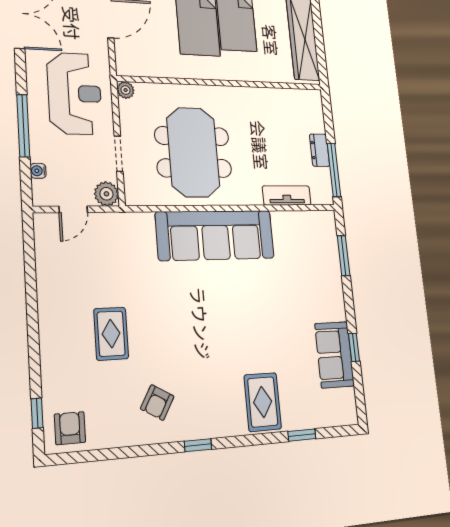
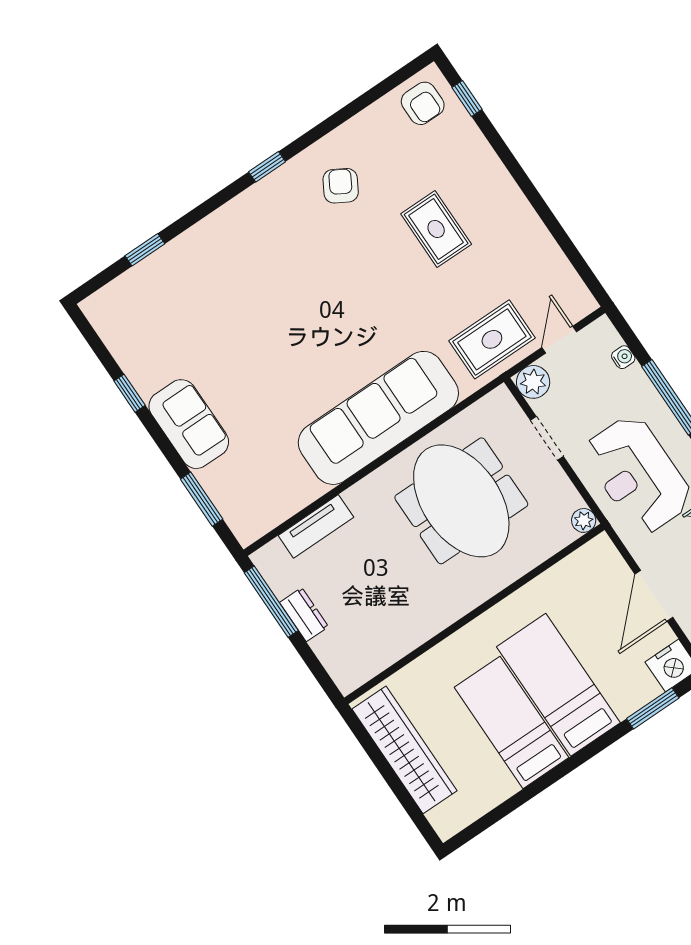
sofa: (334, 355) -> (189, 424), moved
rug: (263, 402) -> (492, 339), moved, turned 90

